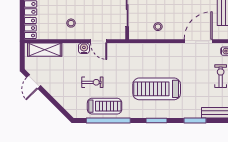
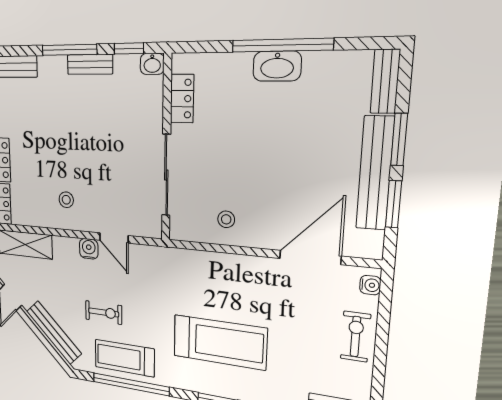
treadmill: (157, 89) -> (220, 342), turned 180
bench: (61, 98) -> (54, 333), added
treadmill: (105, 106) -> (124, 358), turned 180

